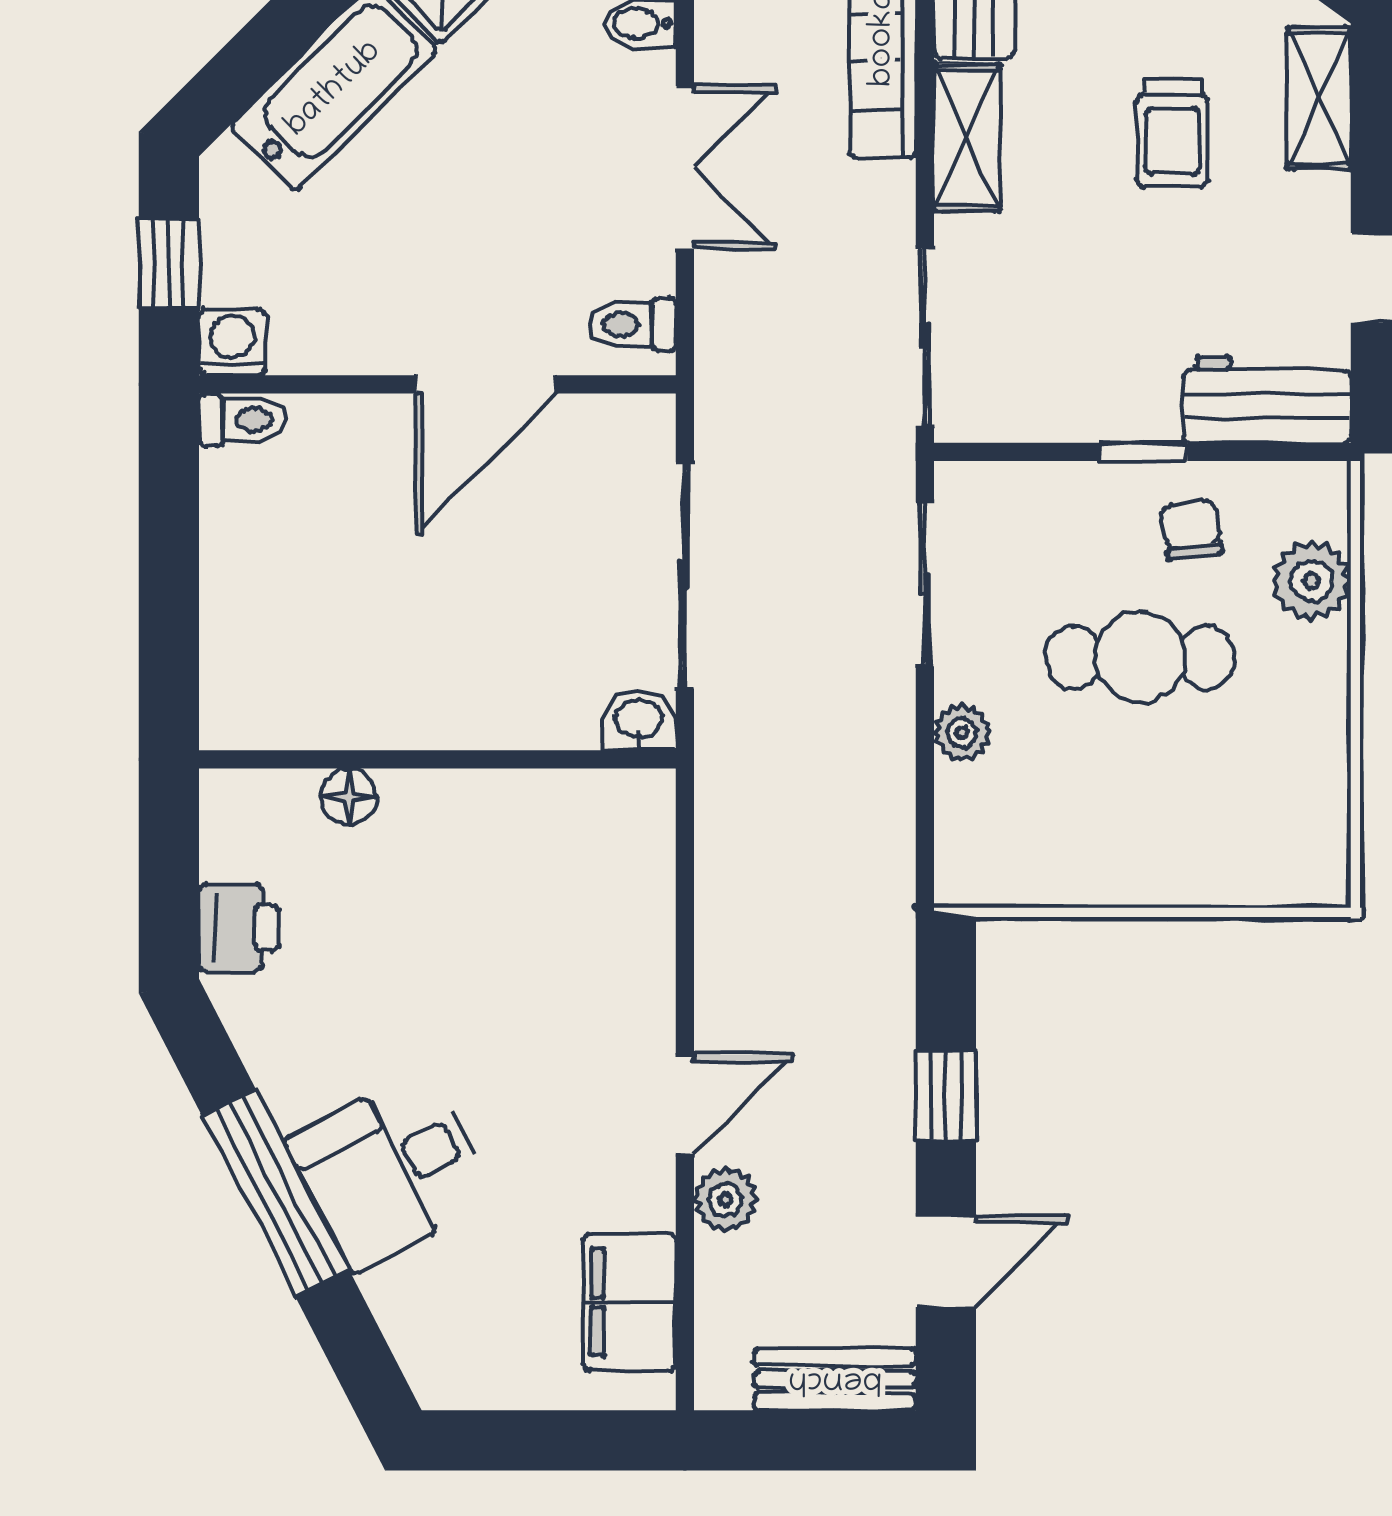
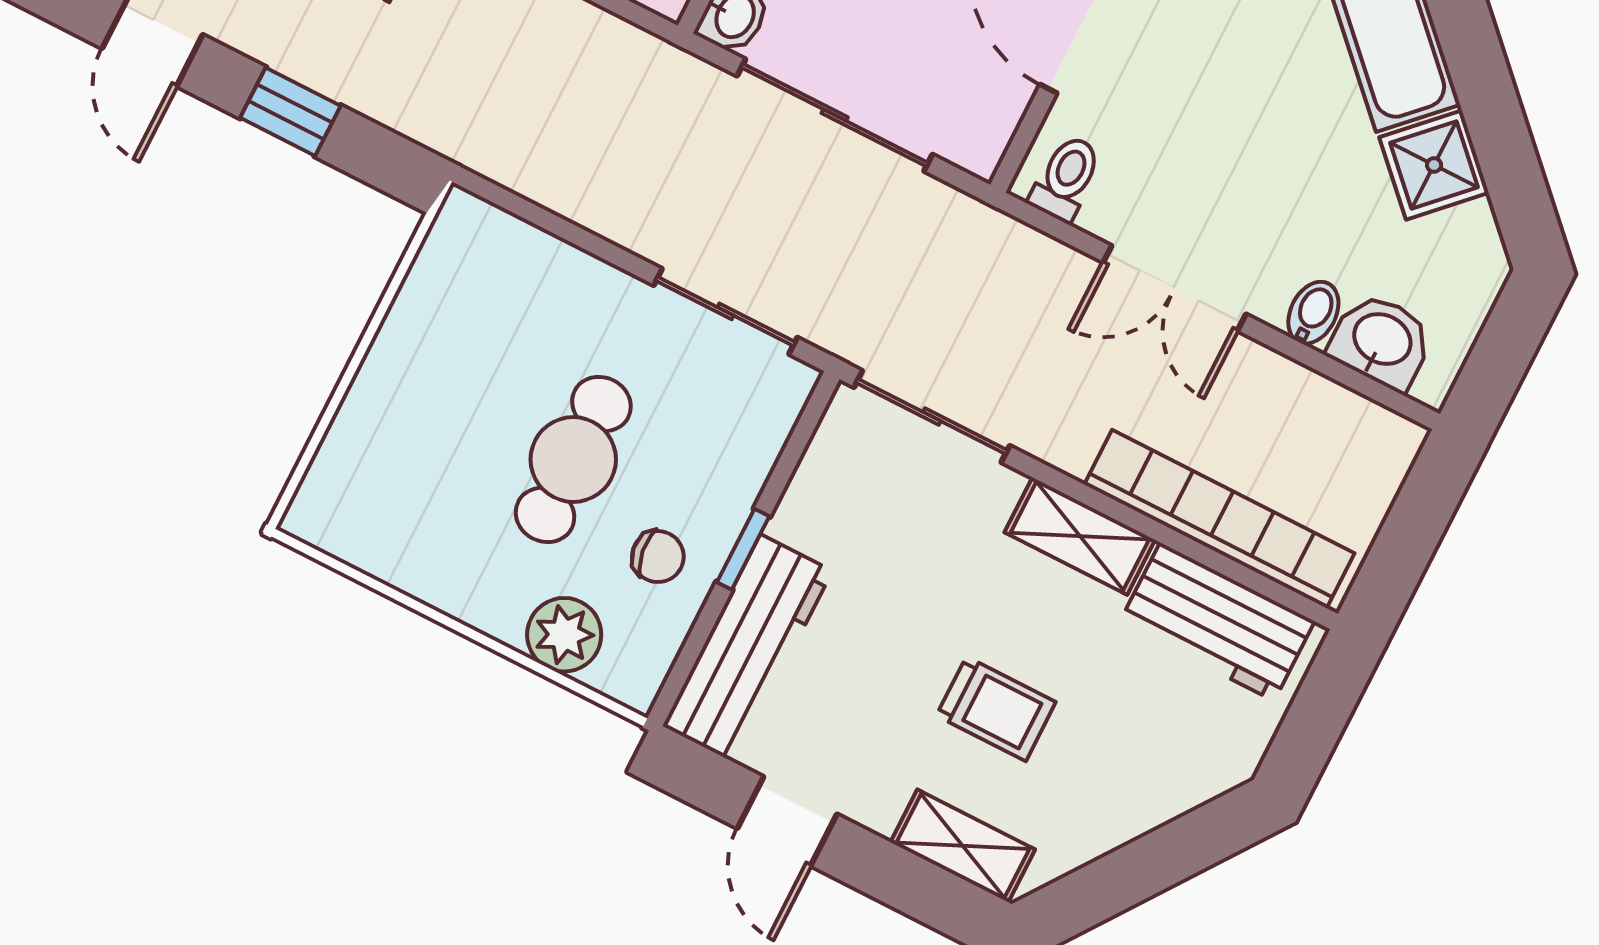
trolley: (1172, 133) -> (996, 709), turned 180
workbench: (1267, 399) -> (748, 648), width x1.38
plant: (962, 733) -> (586, 279), removed

